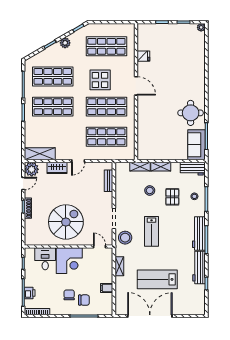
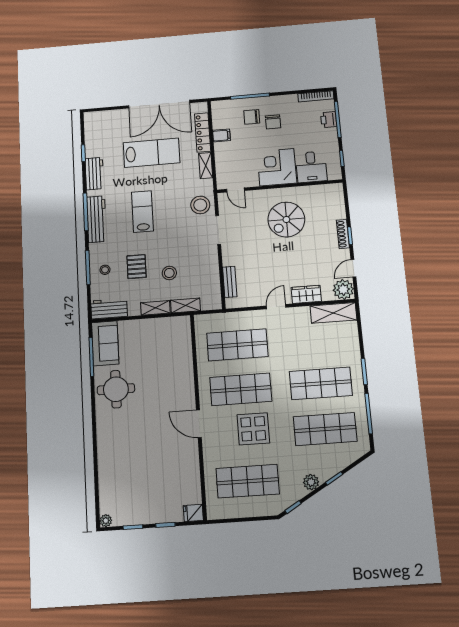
fridge: (143, 56) -> (193, 513), moved
spiral stairs: (66, 222) -> (286, 219), width x0.73, depth x0.73
lab bench: (152, 231) -> (142, 211), moved
workbench: (199, 267) -> (94, 174), width x0.73
locker: (120, 291) -> (203, 132), added

